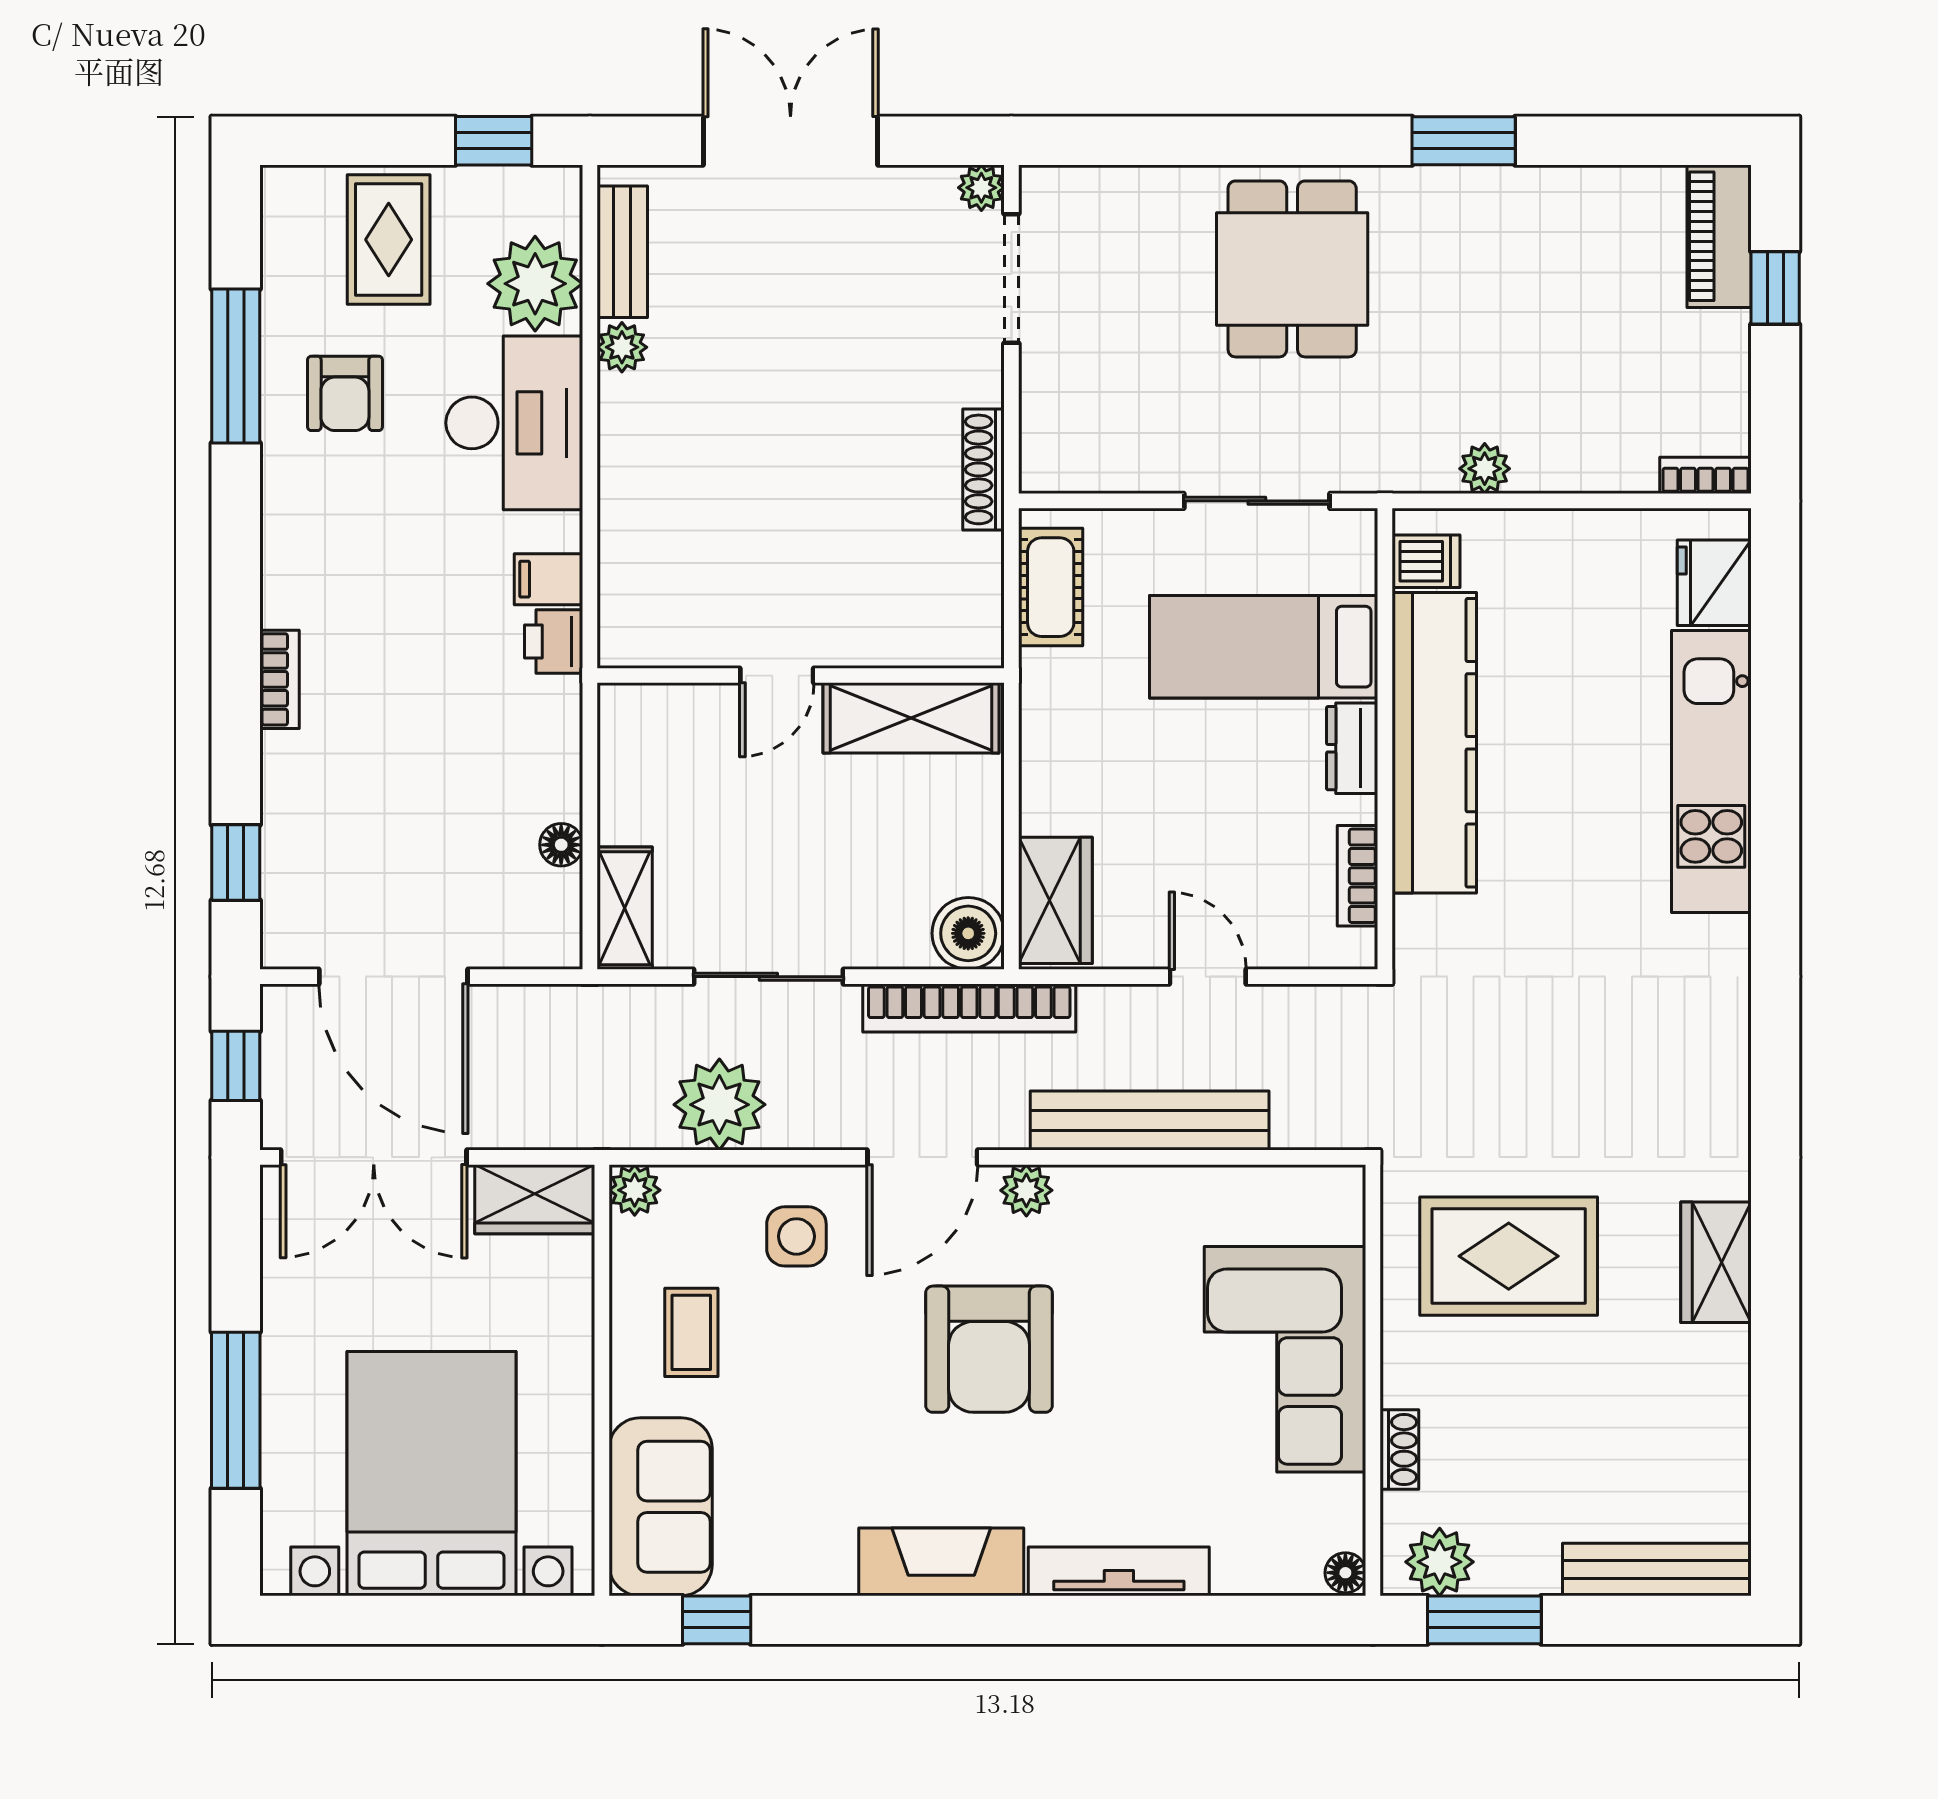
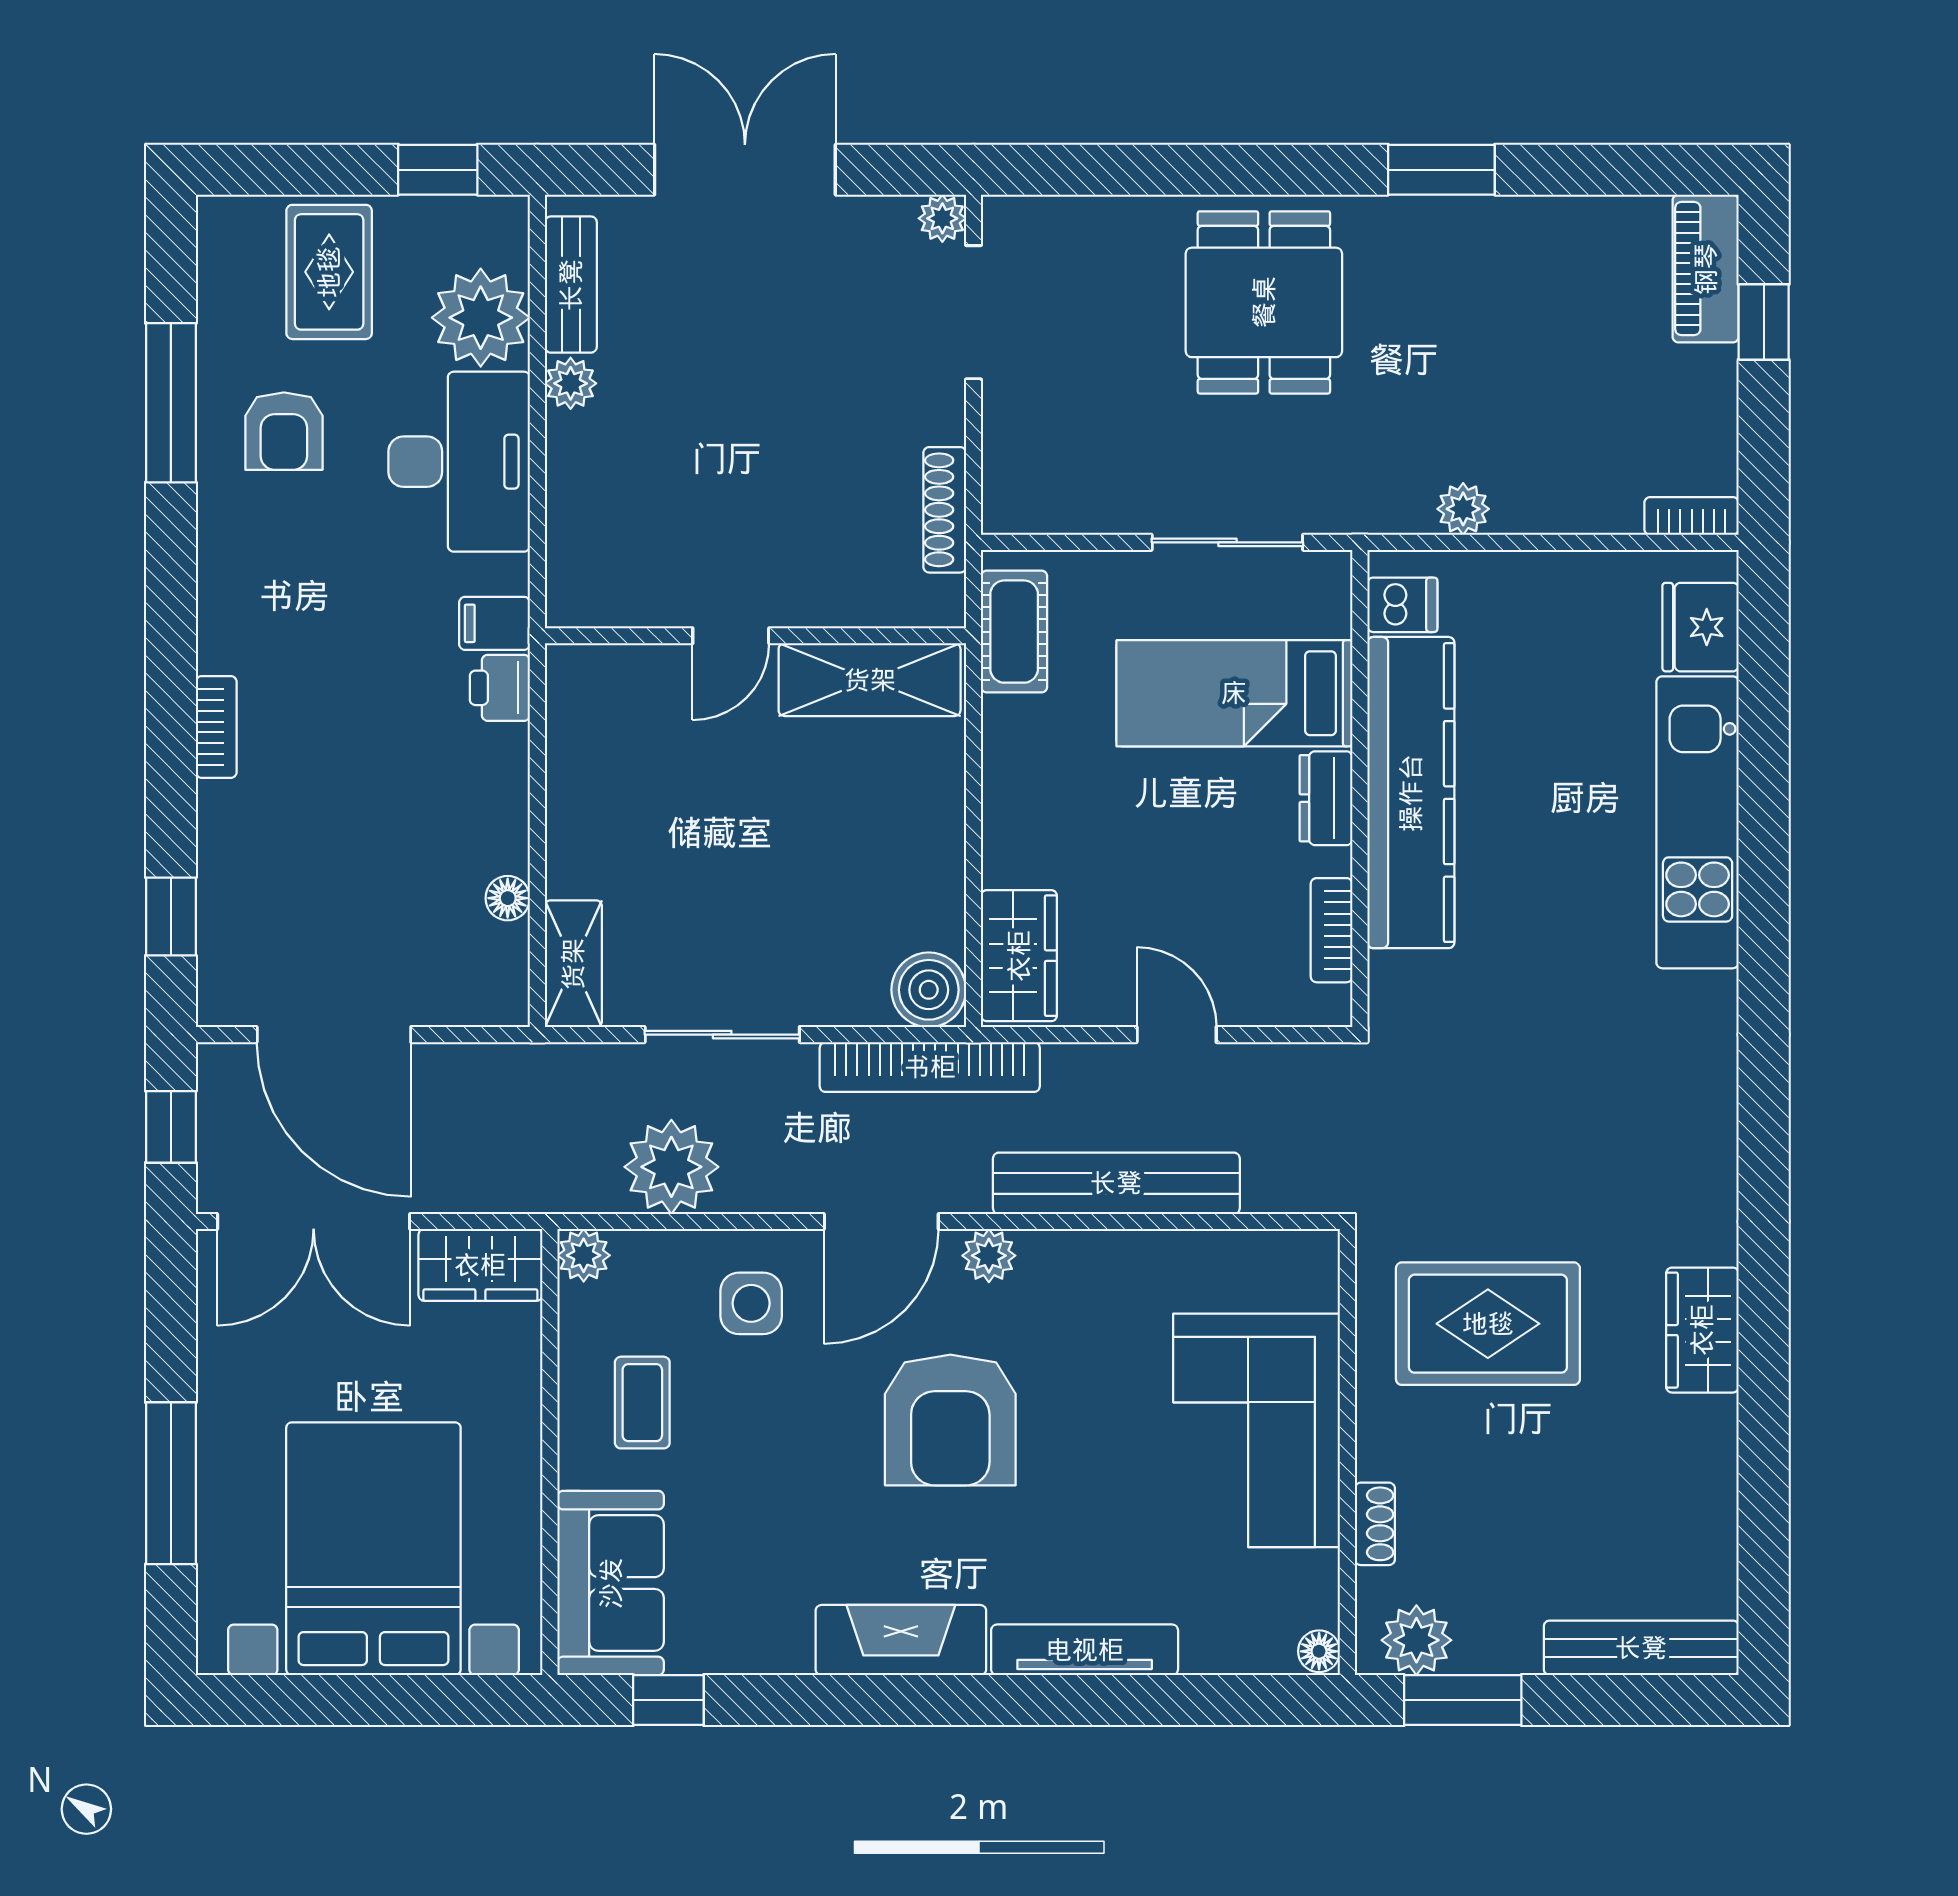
door: (777, 676) -> (731, 636), moved
wall: (801, 676) -> (755, 636), moved
shelving: (911, 718) -> (870, 680), moved

